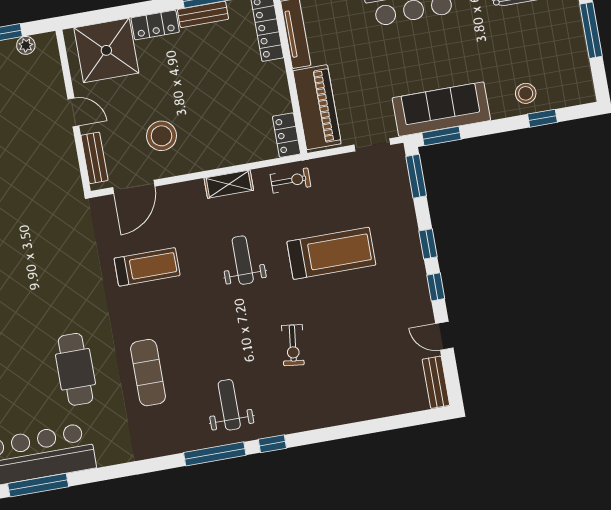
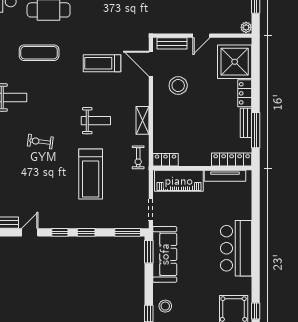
plant: (26, 45) -> (246, 27), moved
treadmill: (147, 267) -> (102, 63), turned 90

